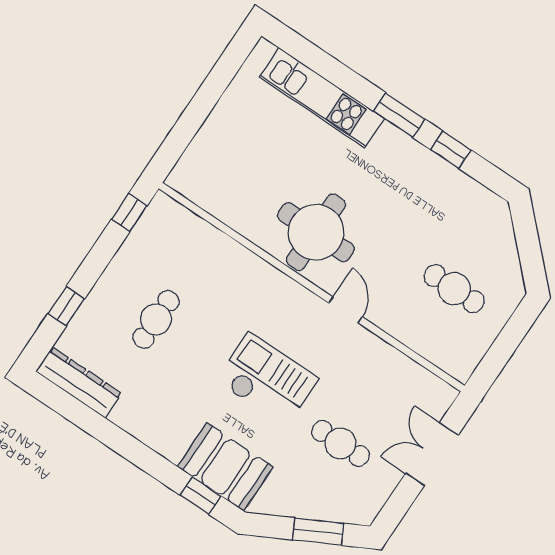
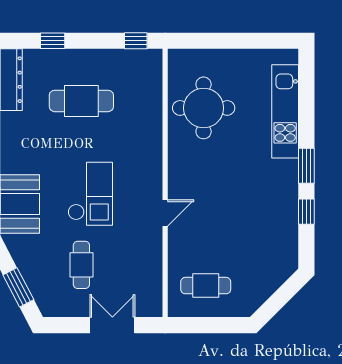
round table: (316, 232) -> (204, 108), moved
cafe table: (454, 289) -> (206, 286), moved, turned 90
cafe table: (156, 319) -> (81, 101), width x1.37, depth x1.35

